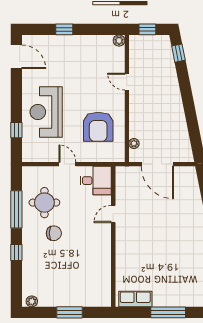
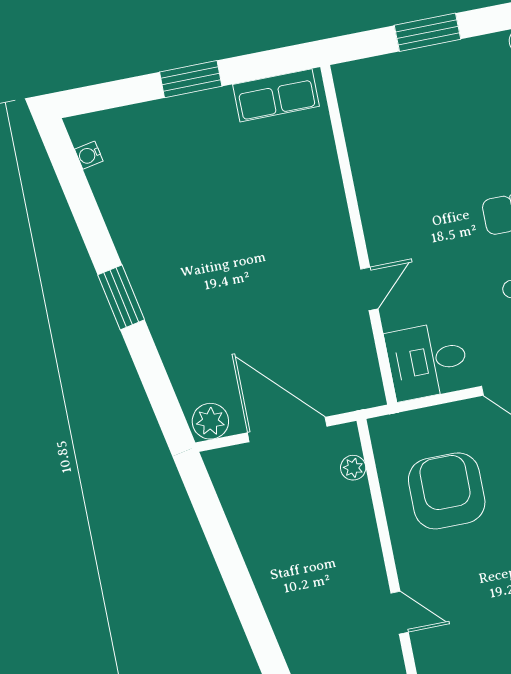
plant: (188, 174) -> (210, 421), added
window: (168, 312) -> (191, 79), width x0.69

